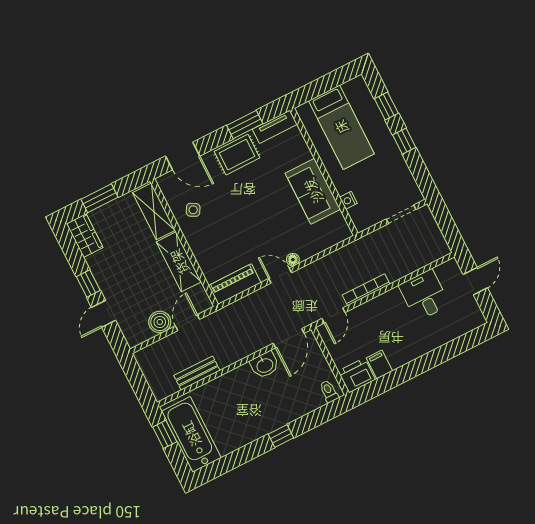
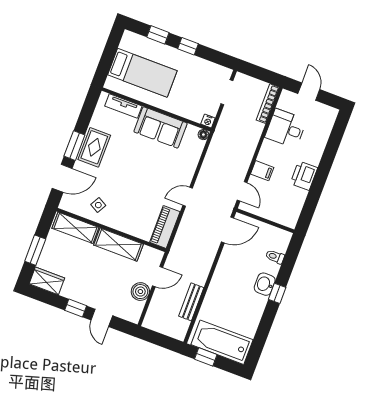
window: (245, 125) -> (74, 146), moved
tv unit: (275, 127) -> (123, 106), moved, turned 90
nightstand: (348, 200) -> (208, 121), moved
floor lamp: (293, 260) -> (203, 135), moved
bookcase: (366, 290) -> (268, 104), moved
door: (188, 323) -> (158, 277), swing flipped
door: (289, 338) -> (228, 230), hinge flipped
filing cabinet: (379, 364) -> (262, 171), moved, turned 180
washbasin: (265, 365) -> (265, 284), moved, turned 180
printer: (357, 375) -> (304, 176), moved
toilet: (329, 391) -> (275, 257), moved

